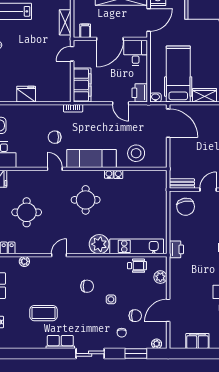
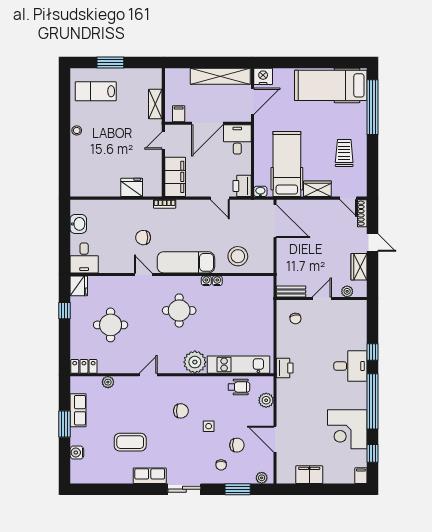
fridge: (26, 94) -> (132, 187), moved
chair: (186, 207) -> (295, 319), width x0.54, depth x0.54
door: (168, 310) -> (275, 439), hinge flipped

